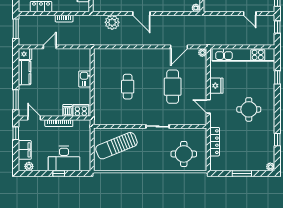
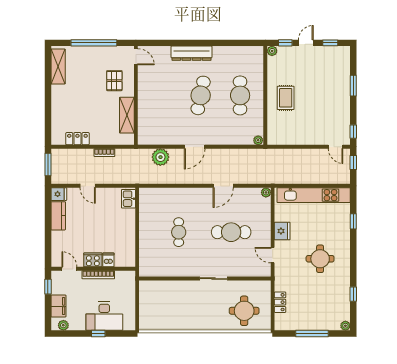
door: (141, 13) -> (195, 147), hinge flipped
door: (250, 13) -> (336, 147), moved
door: (50, 47) -> (88, 186), swing flipped
door: (179, 47) -> (223, 186), moved
kitchen sink: (85, 79) -> (128, 199), moved
cafe table: (173, 87) -> (231, 232), turned 90
window: (16, 100) -> (48, 247), removed
cooker: (81, 110) -> (93, 260), moved
locker: (215, 142) -> (280, 302), width x0.66
sun lounger: (116, 146) -> (166, 301), removed
window: (242, 173) -> (312, 334), width x1.44

